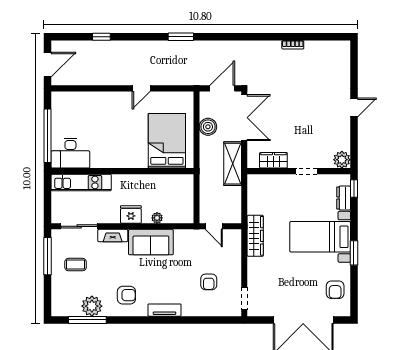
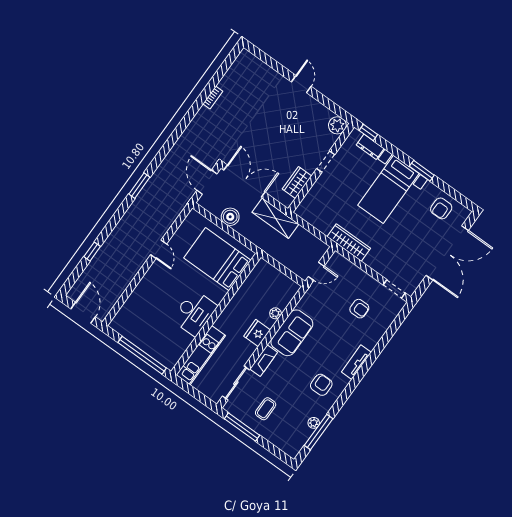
desk: (70, 153) -> (194, 313), moved
armchair: (335, 290) -> (441, 208), turned 90
plant: (92, 306) -> (314, 423), width x0.53, depth x0.53

